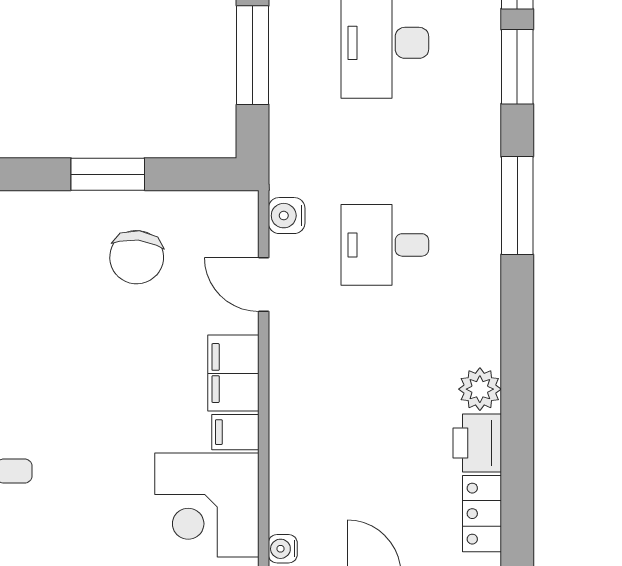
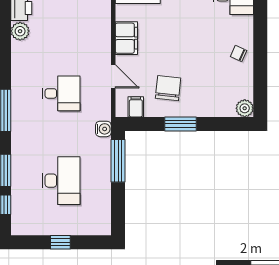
window: (253, 55) -> (118, 161), moved
water cooler: (287, 216) -> (103, 129), moved
filing cabinet: (235, 432) -> (136, 107), moved, turned -90

